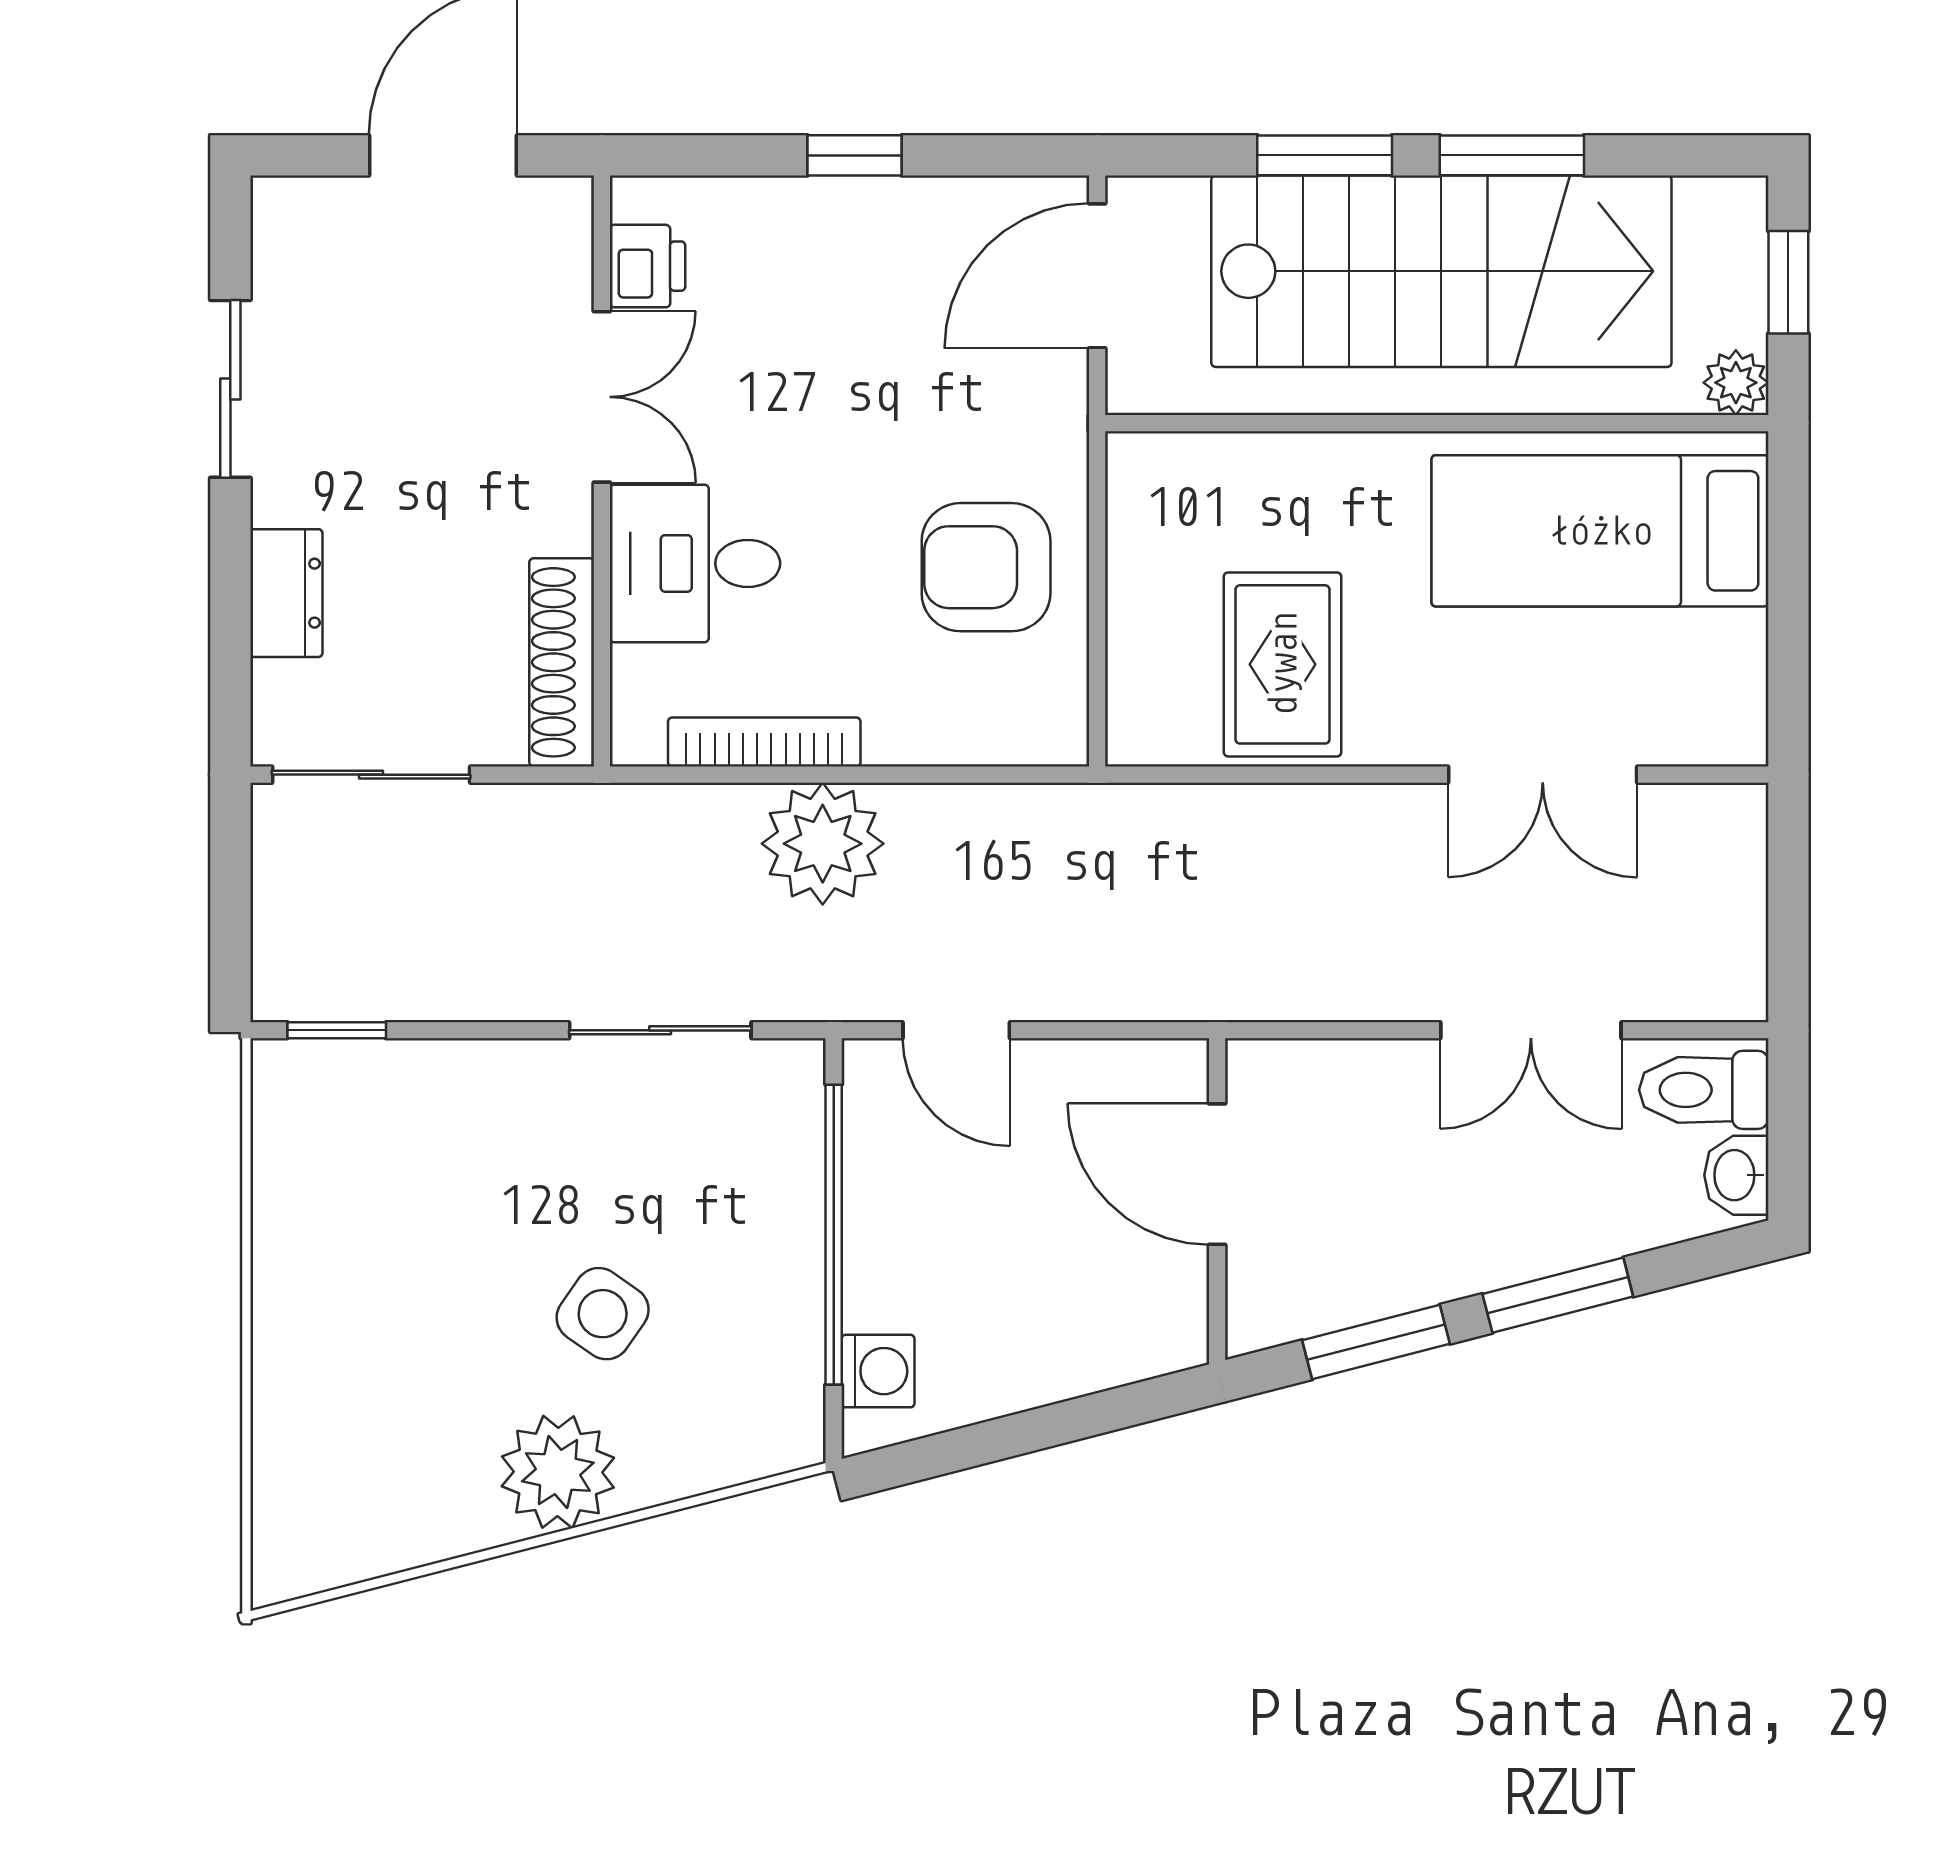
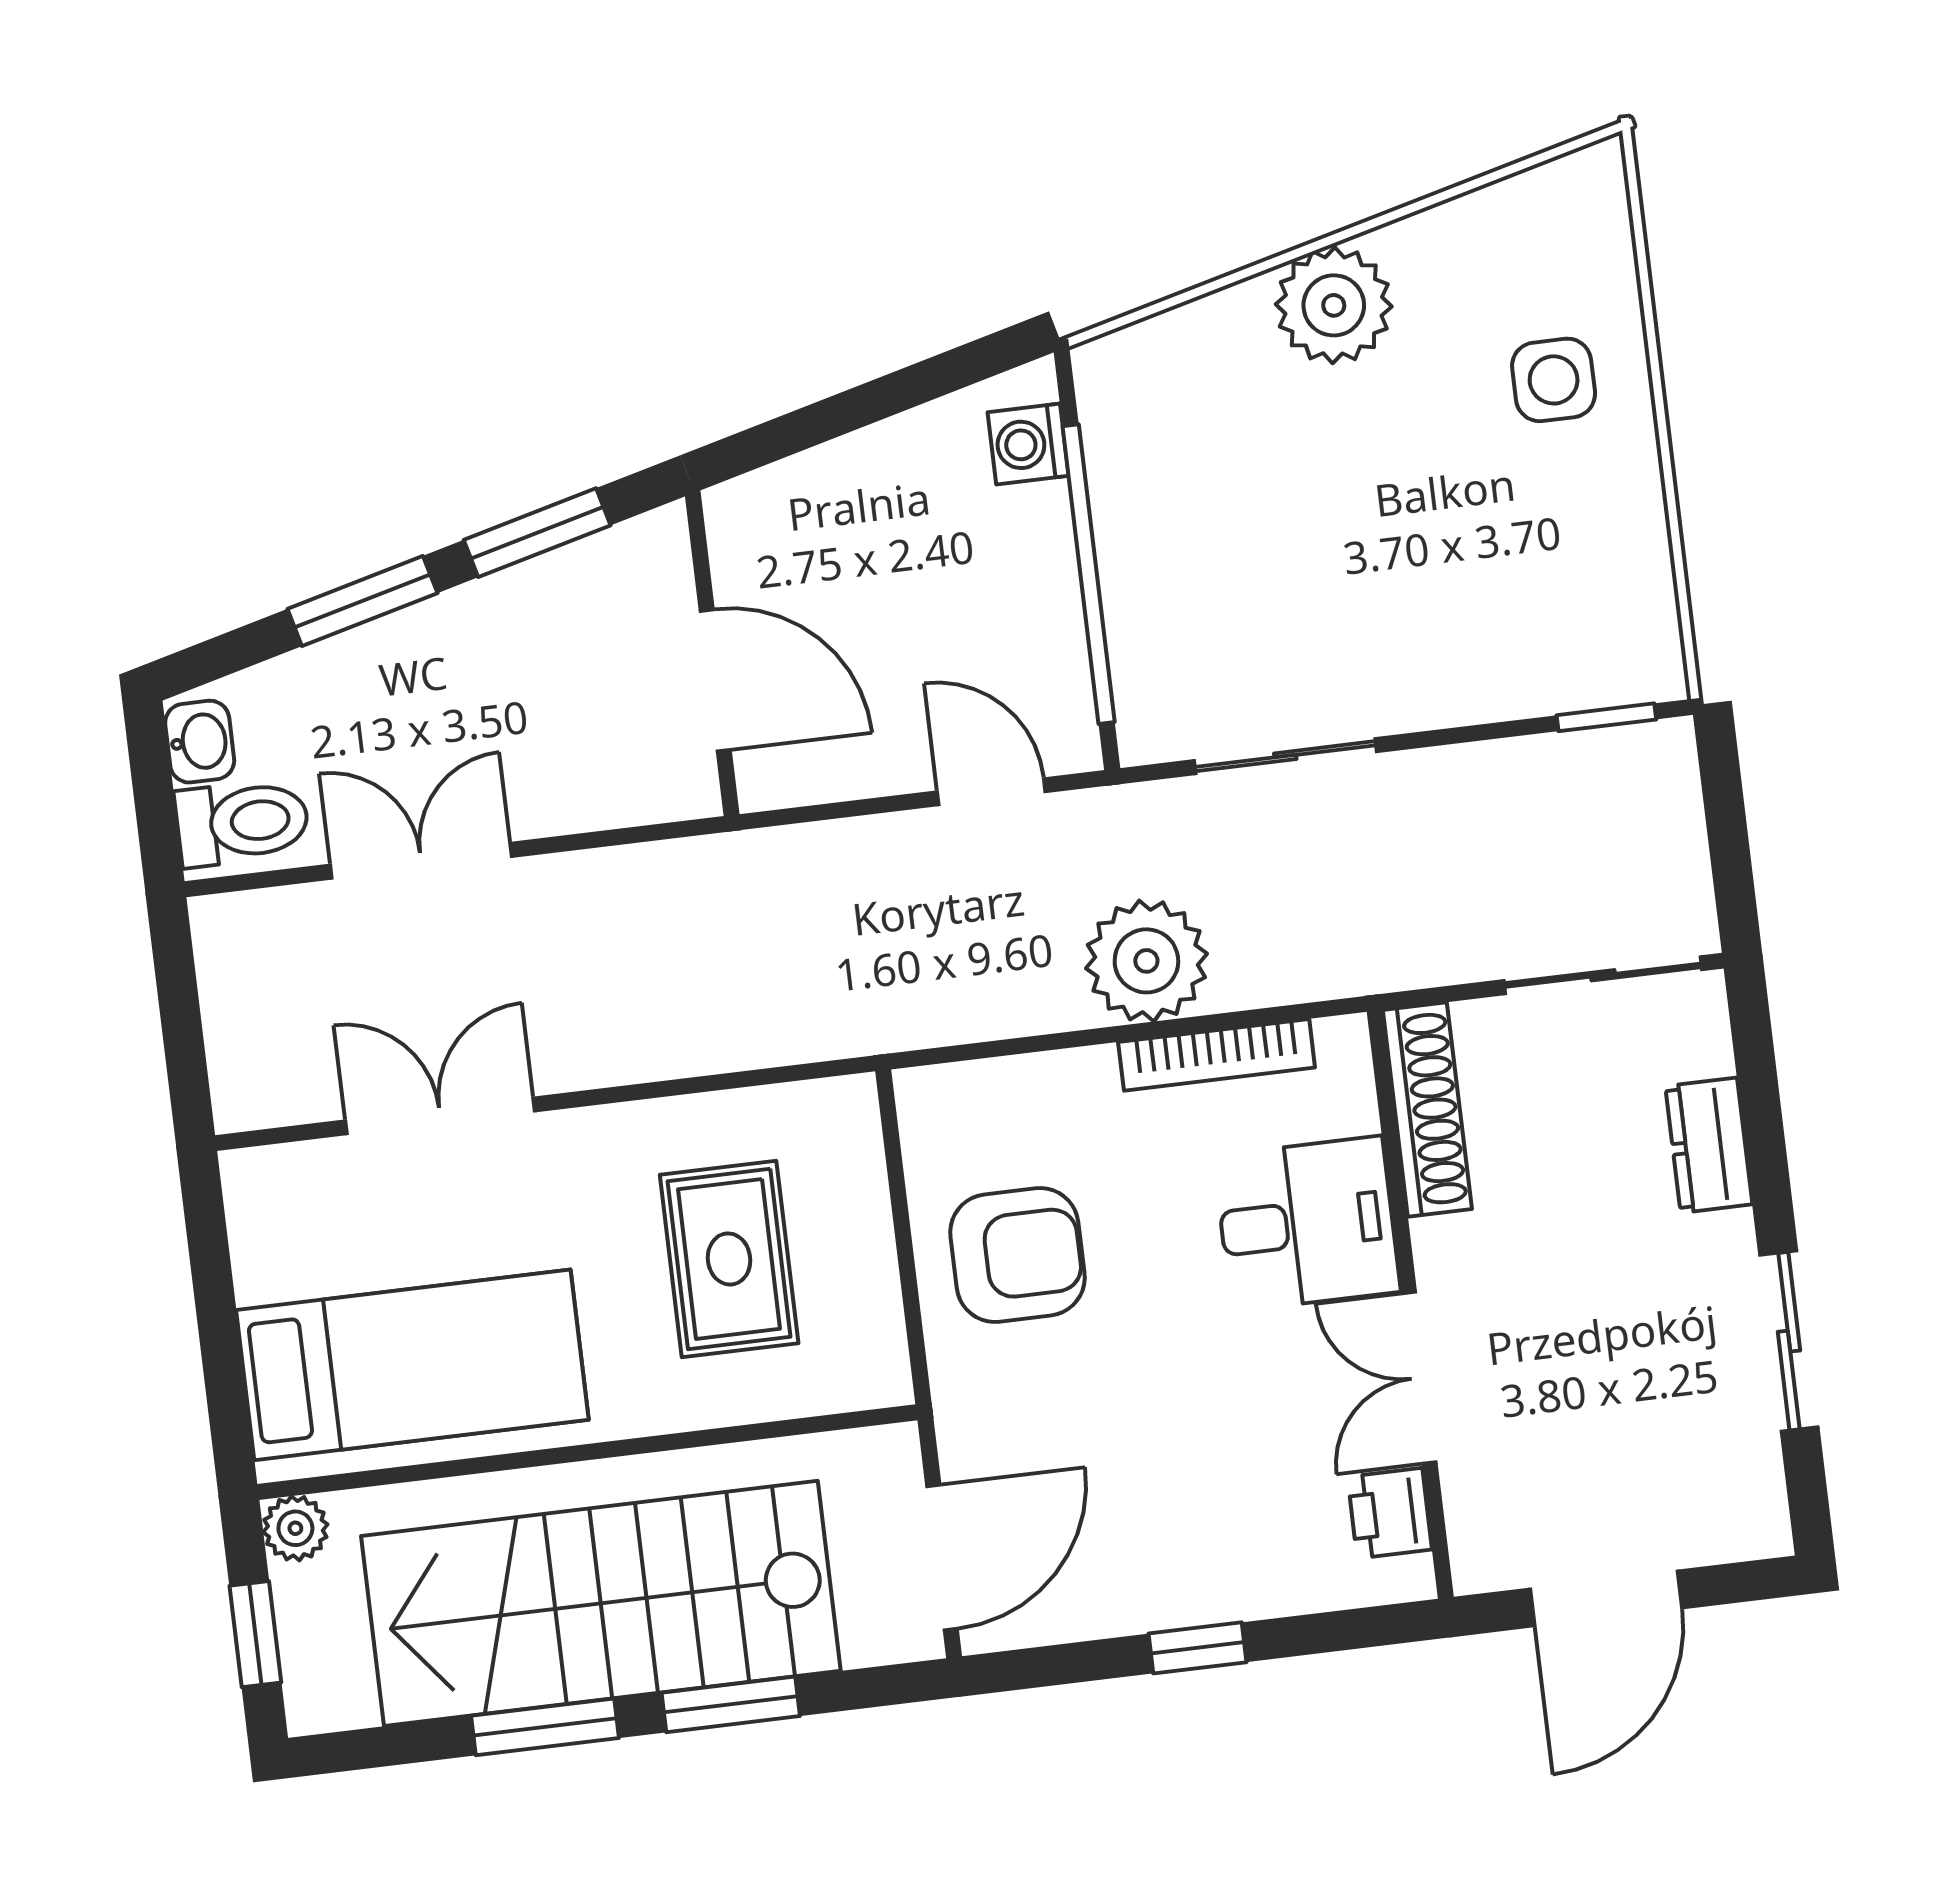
rug: (1283, 664) -> (729, 1259), moved
side table: (603, 1314) -> (1554, 380), moved, turned -35

